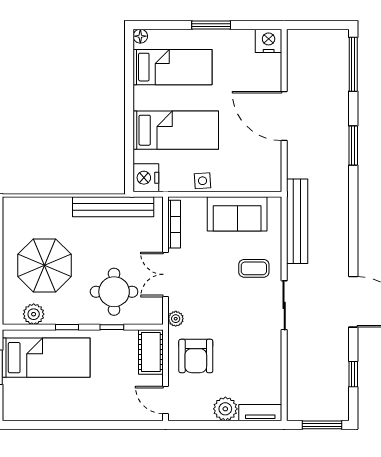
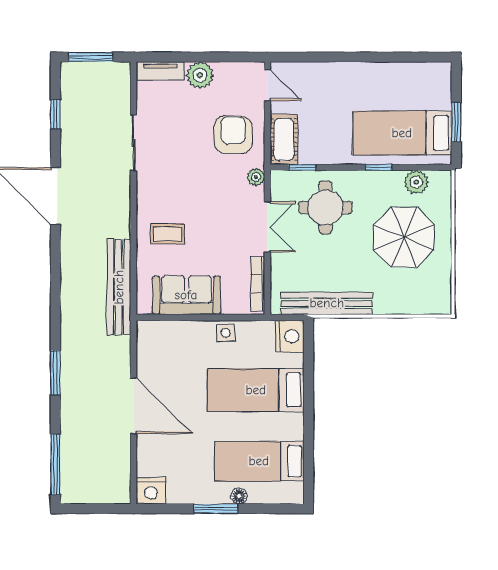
floor lamp: (140, 36) -> (239, 496), moved
sliding door: (284, 305) -> (133, 143), moved
window: (112, 327) -> (302, 167), moved

